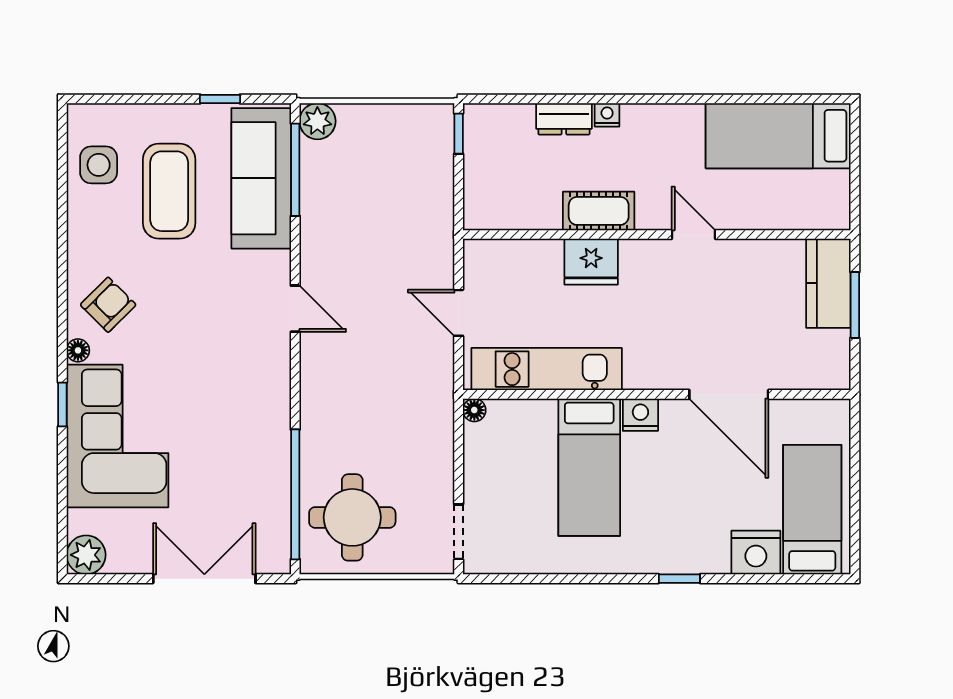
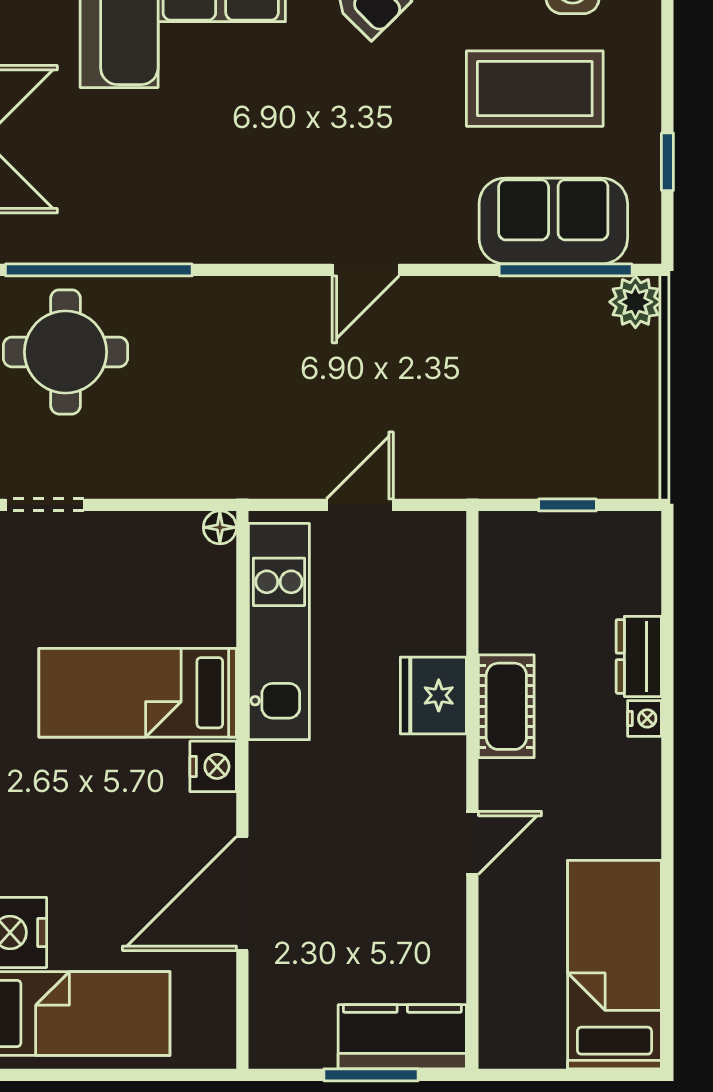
window: (459, 134) -> (567, 505), moved
sofa: (261, 178) -> (553, 221), width x0.73

